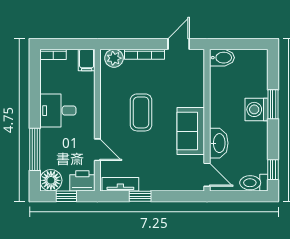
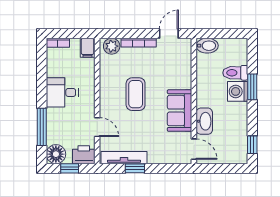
toilet: (254, 183) -> (235, 73), moved
tv unit: (120, 184) -> (124, 158), width x1.41

